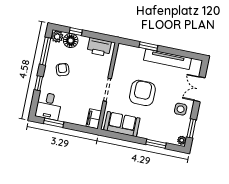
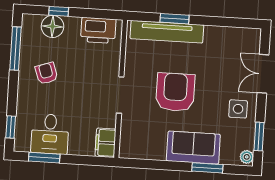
plant: (57, 37) -> (31, 23), removed
tv unit: (168, 59) -> (167, 32), moved
window: (39, 83) -> (11, 127), moved
desk: (49, 106) -> (50, 134), moved
sofa: (122, 124) -> (193, 148), moved

